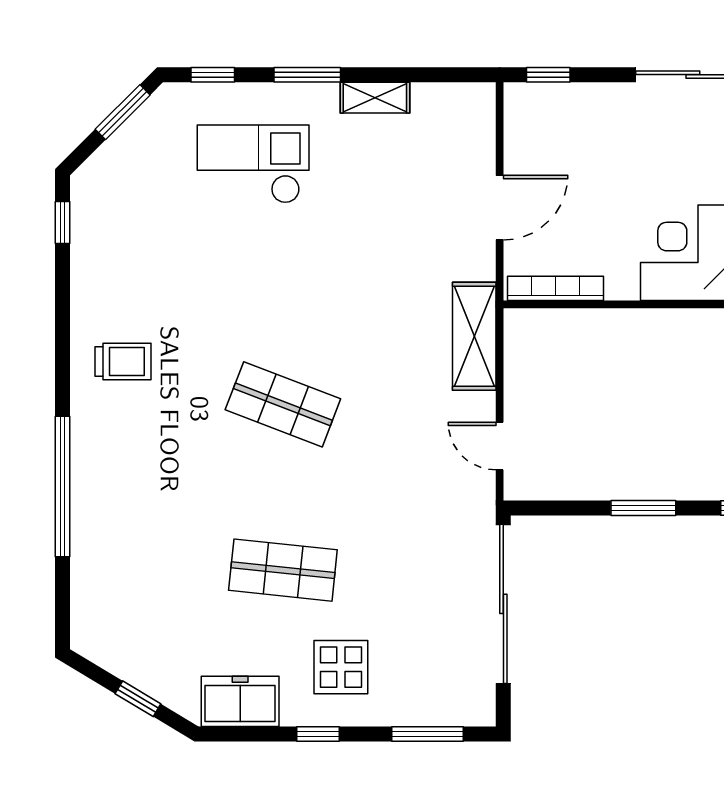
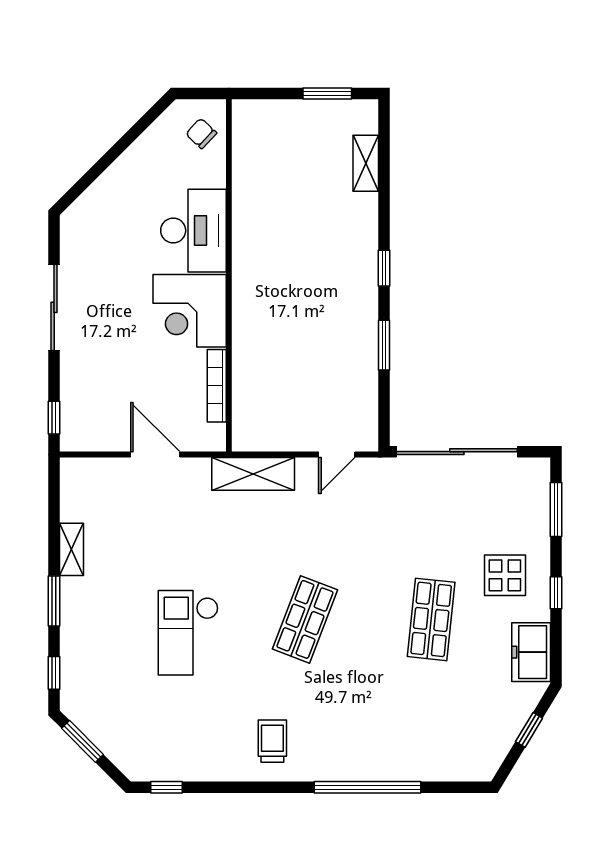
checkout: (253, 164) -> (188, 633), moved
bookcase: (555, 288) -> (217, 386), moved

